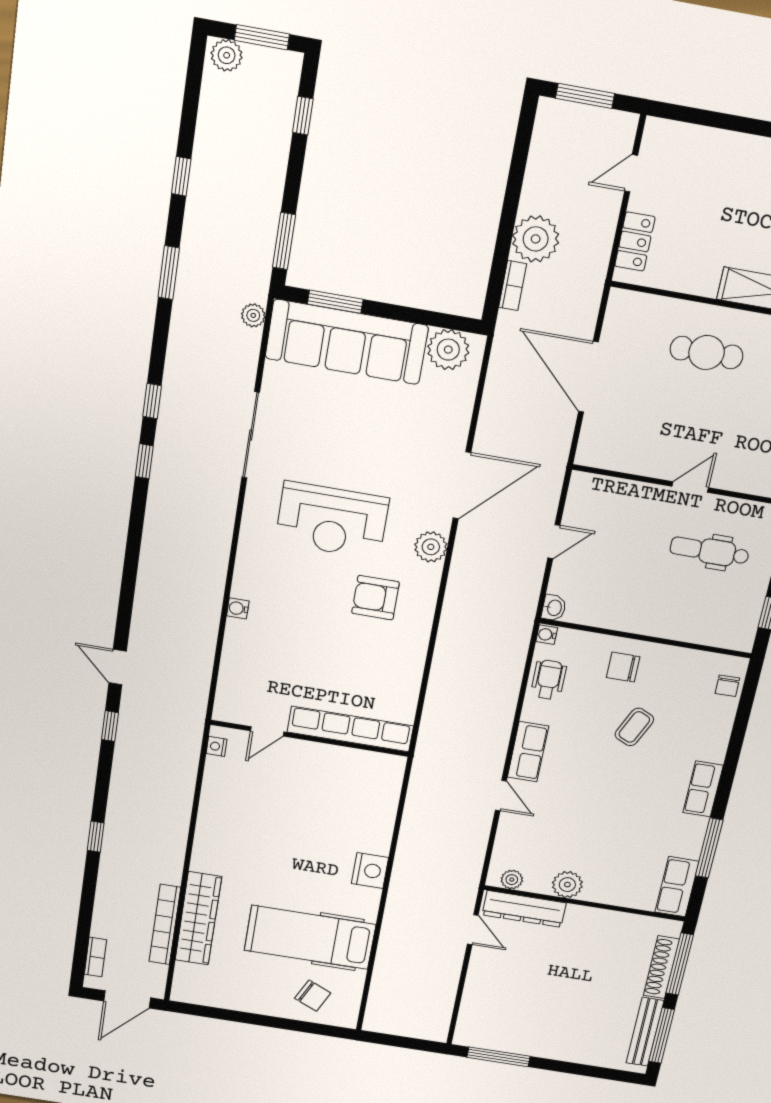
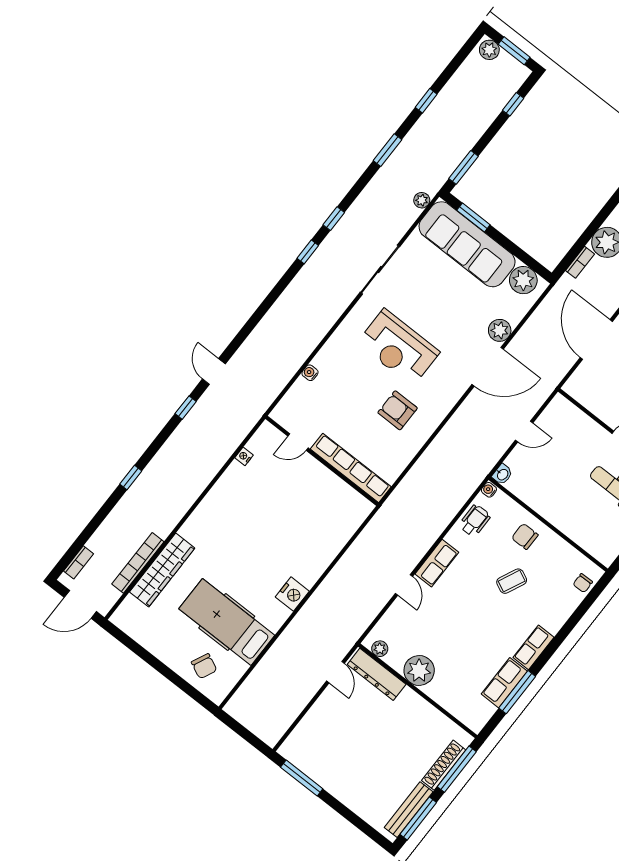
plant: (431, 547) -> (500, 330), moved
row of seats: (350, 729) -> (351, 468), moved
door: (267, 731) -> (298, 442), moved
wall: (310, 738) -> (322, 461), moved
plant: (567, 885) -> (419, 670), width x1.36, depth x1.36
row of seats: (677, 887) -> (504, 683), moved

